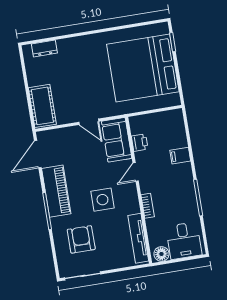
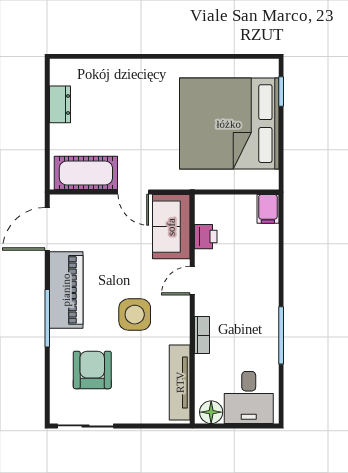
dresser: (44, 48) -> (60, 104), moved, turned -90
cot: (42, 106) -> (86, 173), moved, turned 90
filing cabinet: (180, 156) -> (268, 209), moved, turned -90

